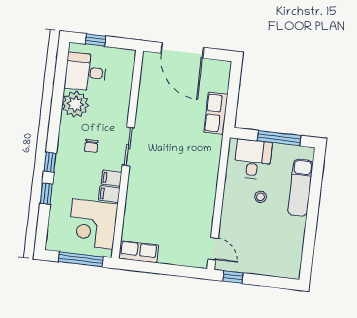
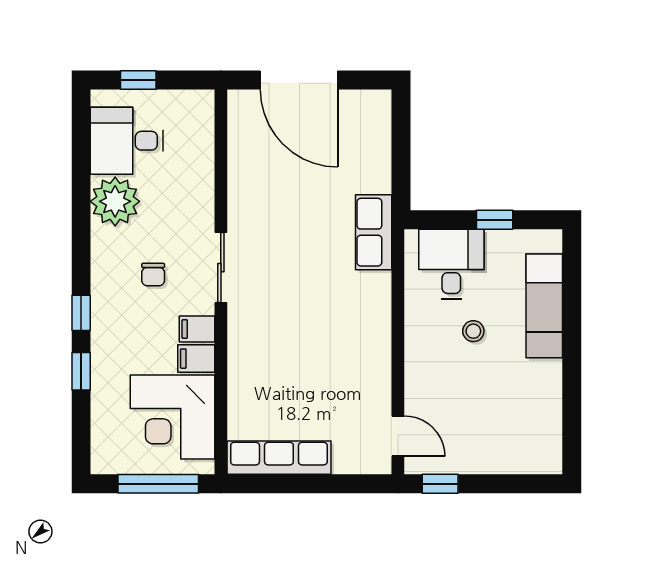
row of seats: (216, 113) -> (374, 232), moved
window: (279, 138) -> (495, 220), width x0.46
row of seats: (139, 252) -> (279, 458), width x1.48

